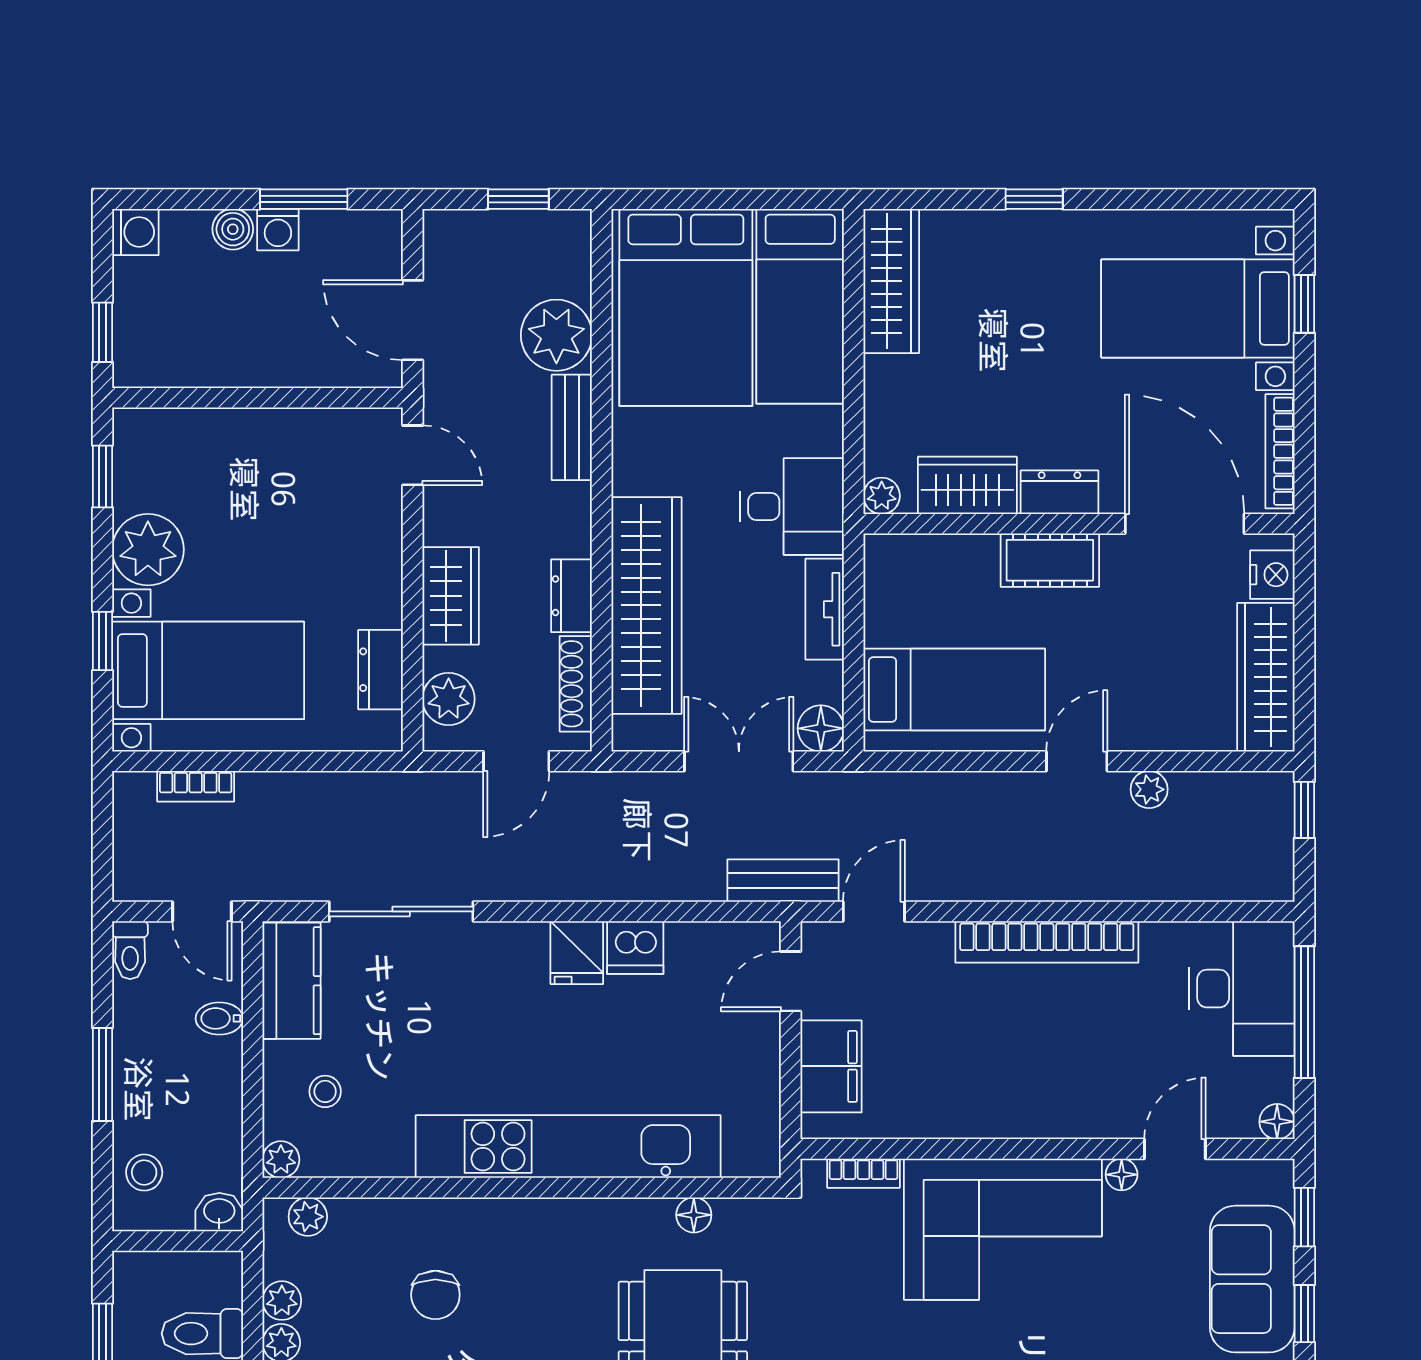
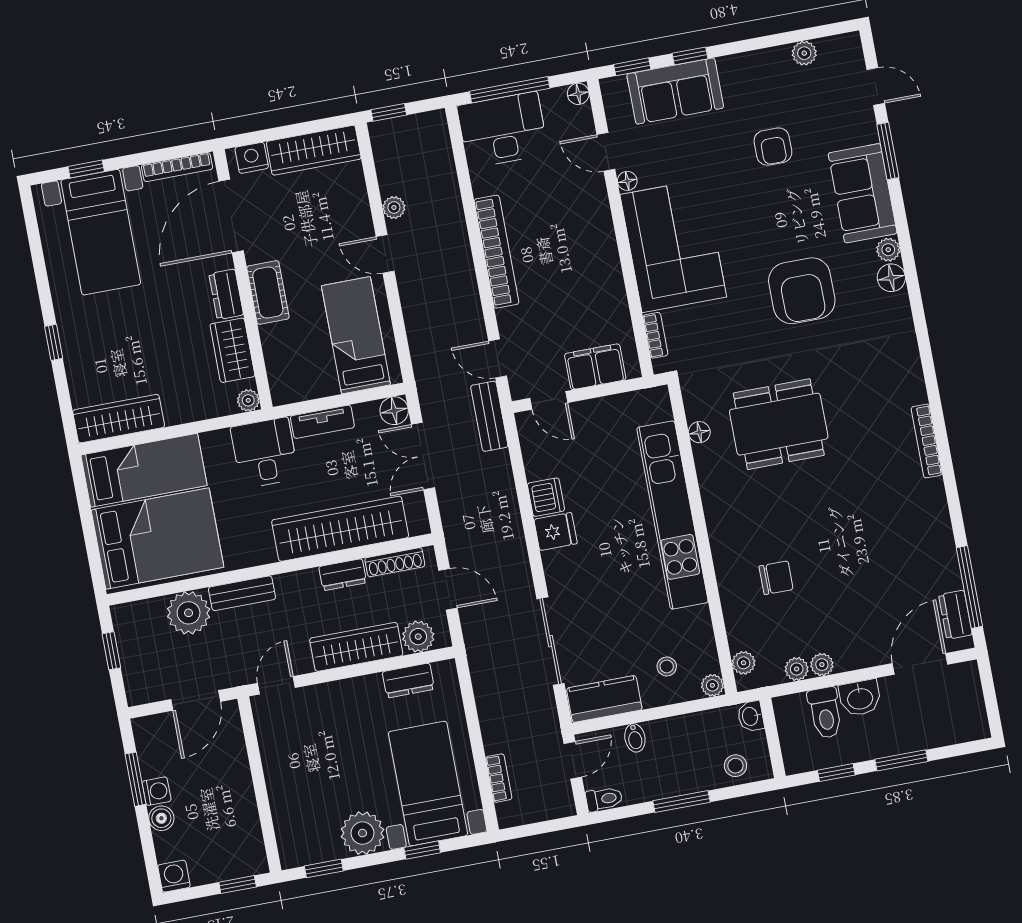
wardrobe: (451, 596) -> (356, 647), width x1.50

